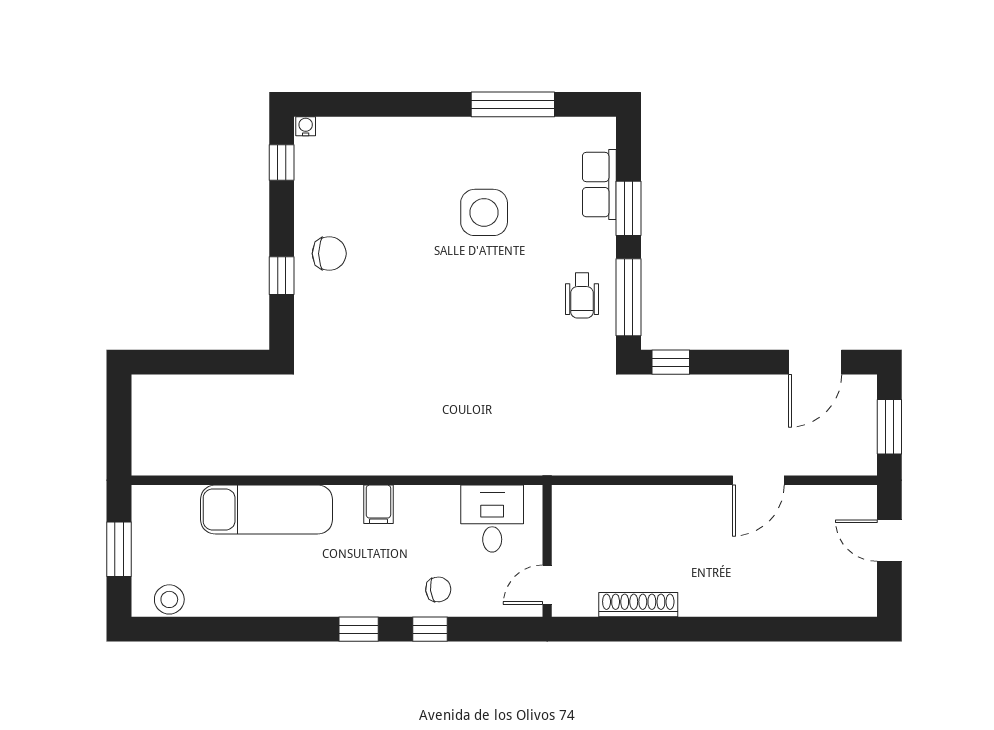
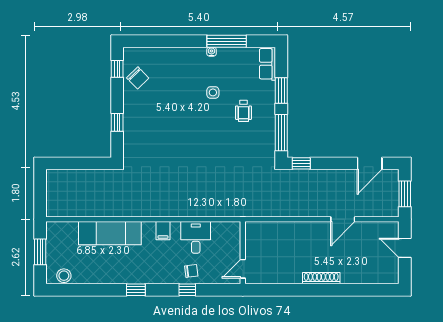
water cooler: (306, 126) -> (211, 52), moved
row of seats: (599, 185) -> (267, 64), moved
side table: (484, 212) -> (213, 92), width x0.54, depth x0.54
chair: (329, 254) -> (138, 78), moved, turned 46
wheelchair: (582, 296) -> (243, 111), moved
desk: (492, 519) -> (196, 237), moved
shoe rack: (638, 605) -> (321, 278), moved
window: (359, 629) -> (136, 290), moved

